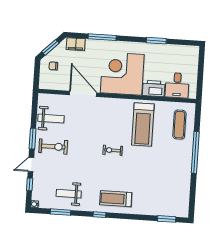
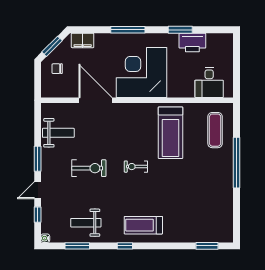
window: (102, 37) -> (128, 30), moved
printer: (154, 88) -> (192, 43), moved, turned 180
exercise bike: (53, 146) -> (89, 168), moved

